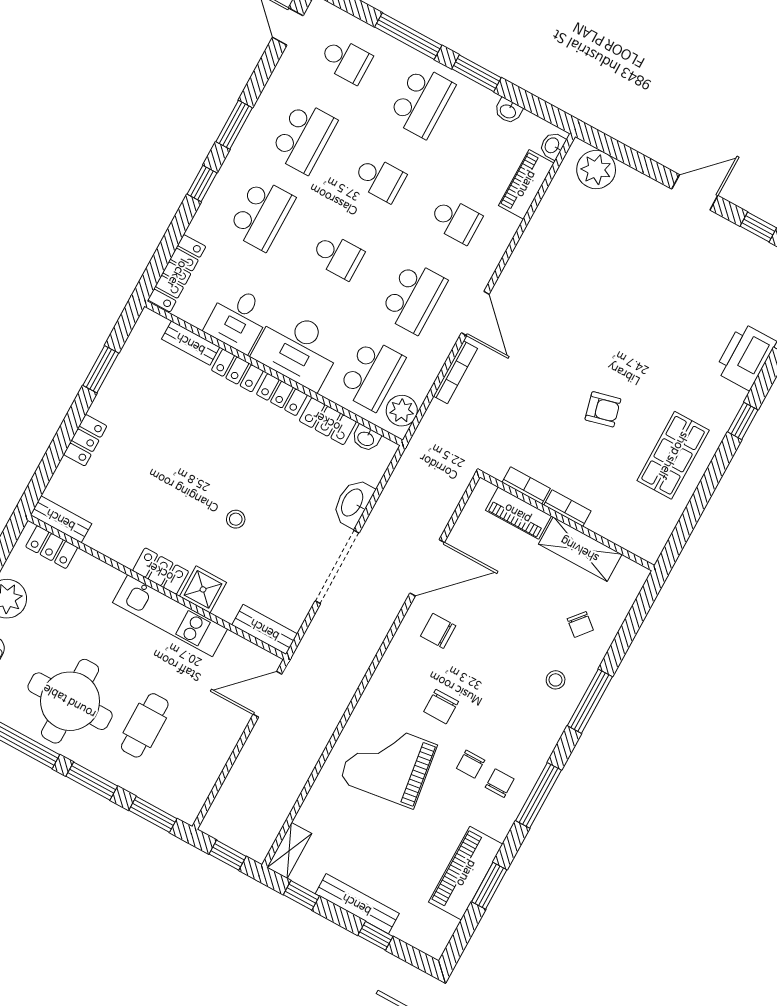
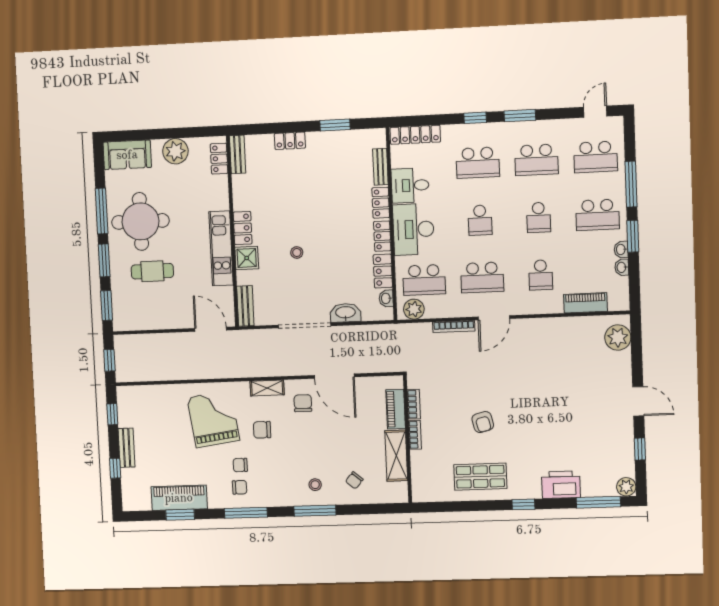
school desk: (346, 60) -> (596, 157), width x1.85
washbasin: (552, 146) -> (621, 249), moved, turned -90
shelving: (289, 850) -> (267, 388), moved
bench: (357, 904) -> (127, 448), width x0.73

